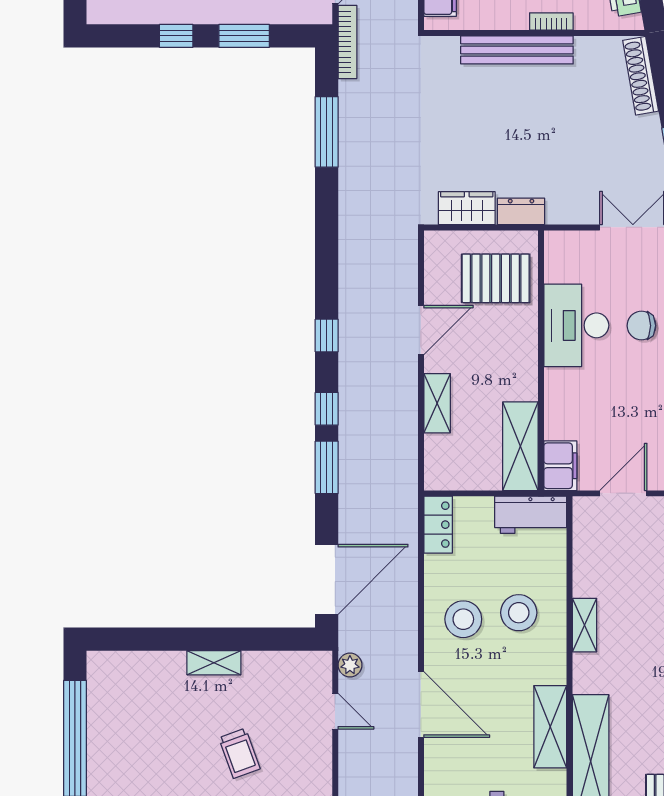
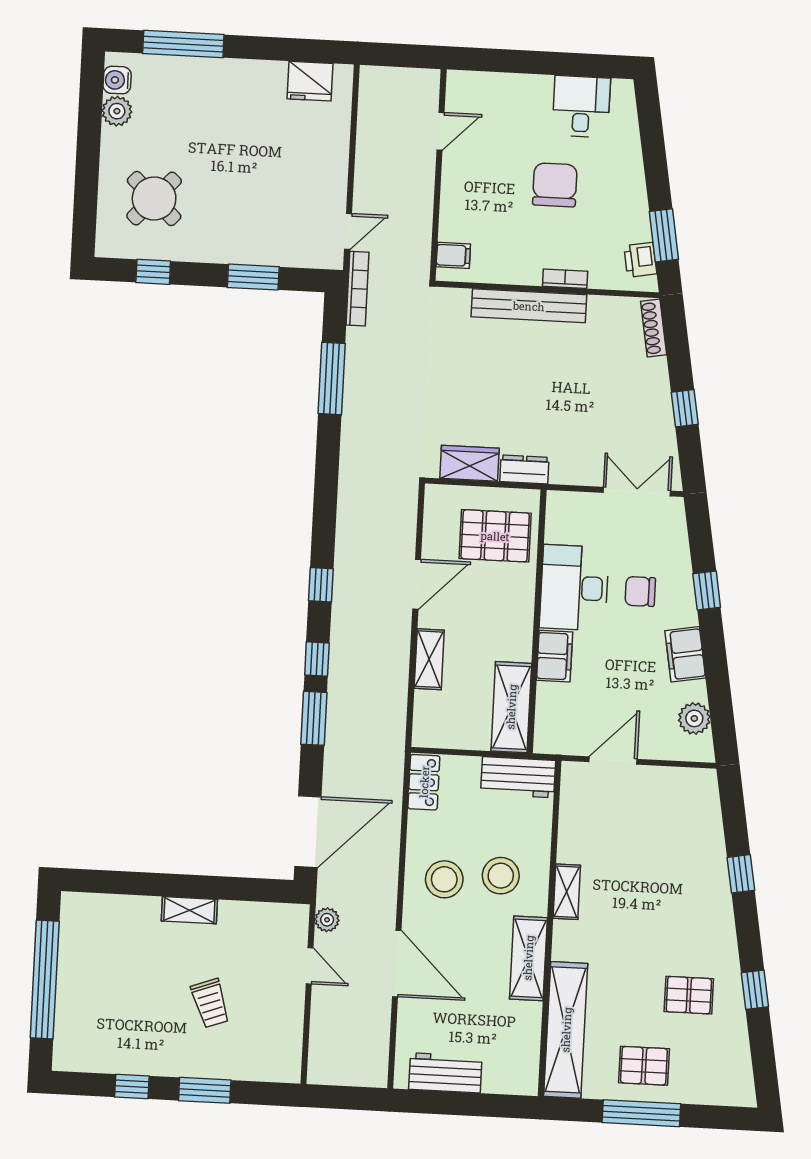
window: (176, 36) -> (153, 272), moved
shoe rack: (641, 76) -> (654, 328), width x0.74, depth x0.81
filing cabinet: (560, 466) -> (555, 656), moved
shelving: (550, 727) -> (528, 958), moved

